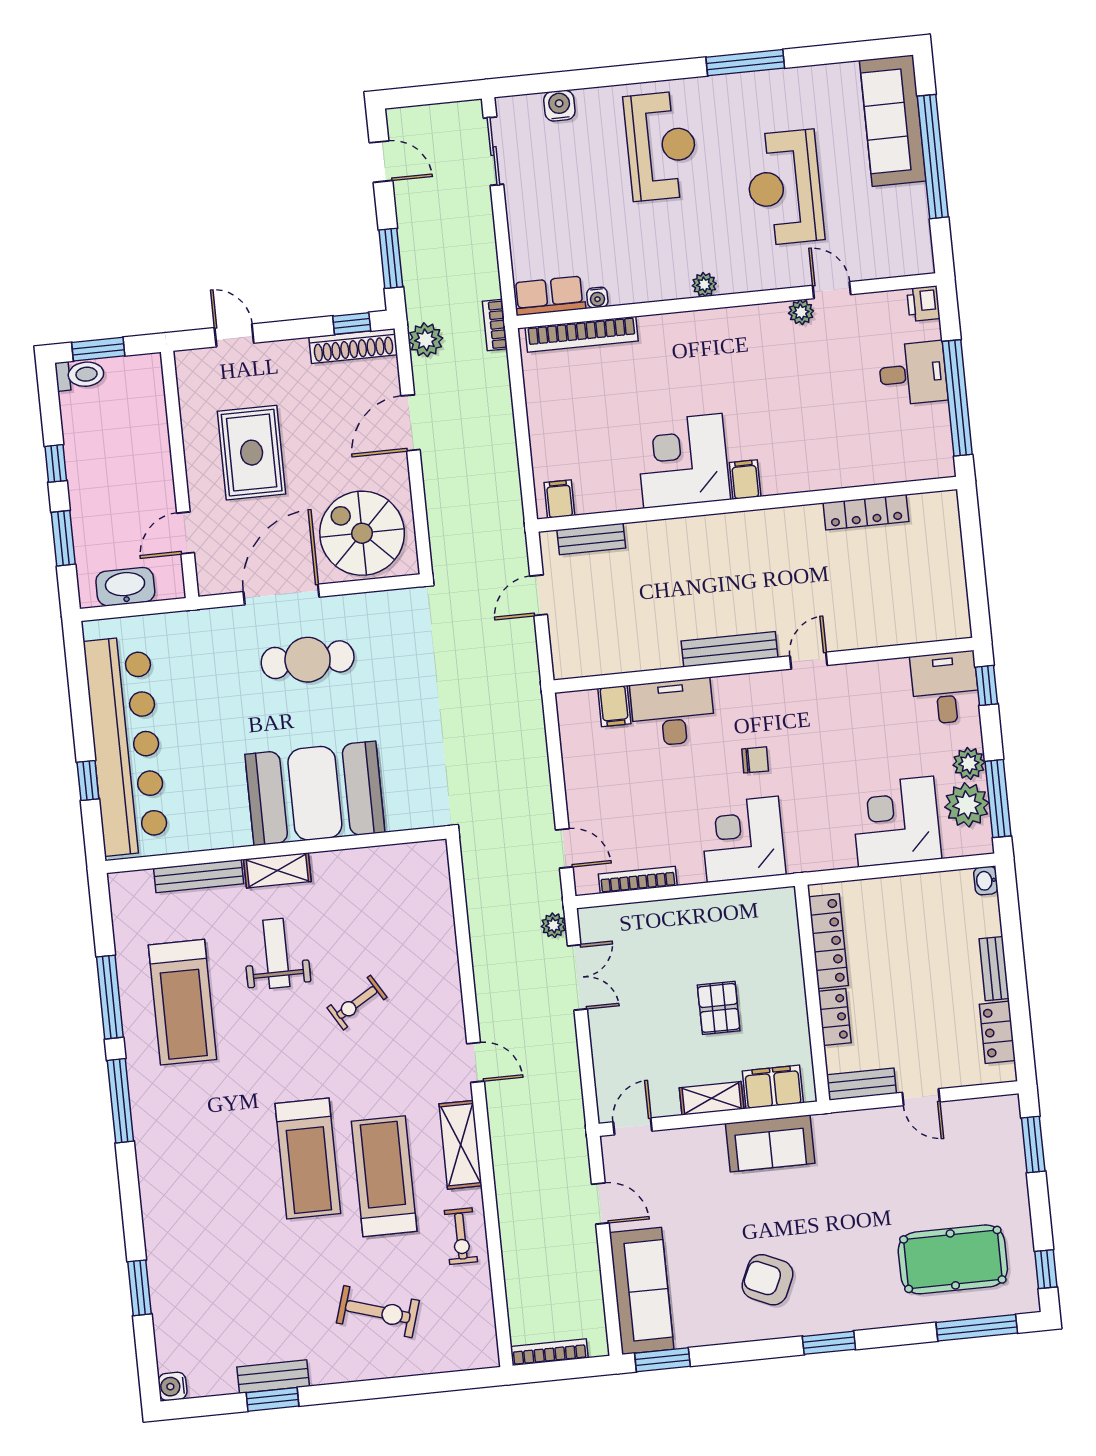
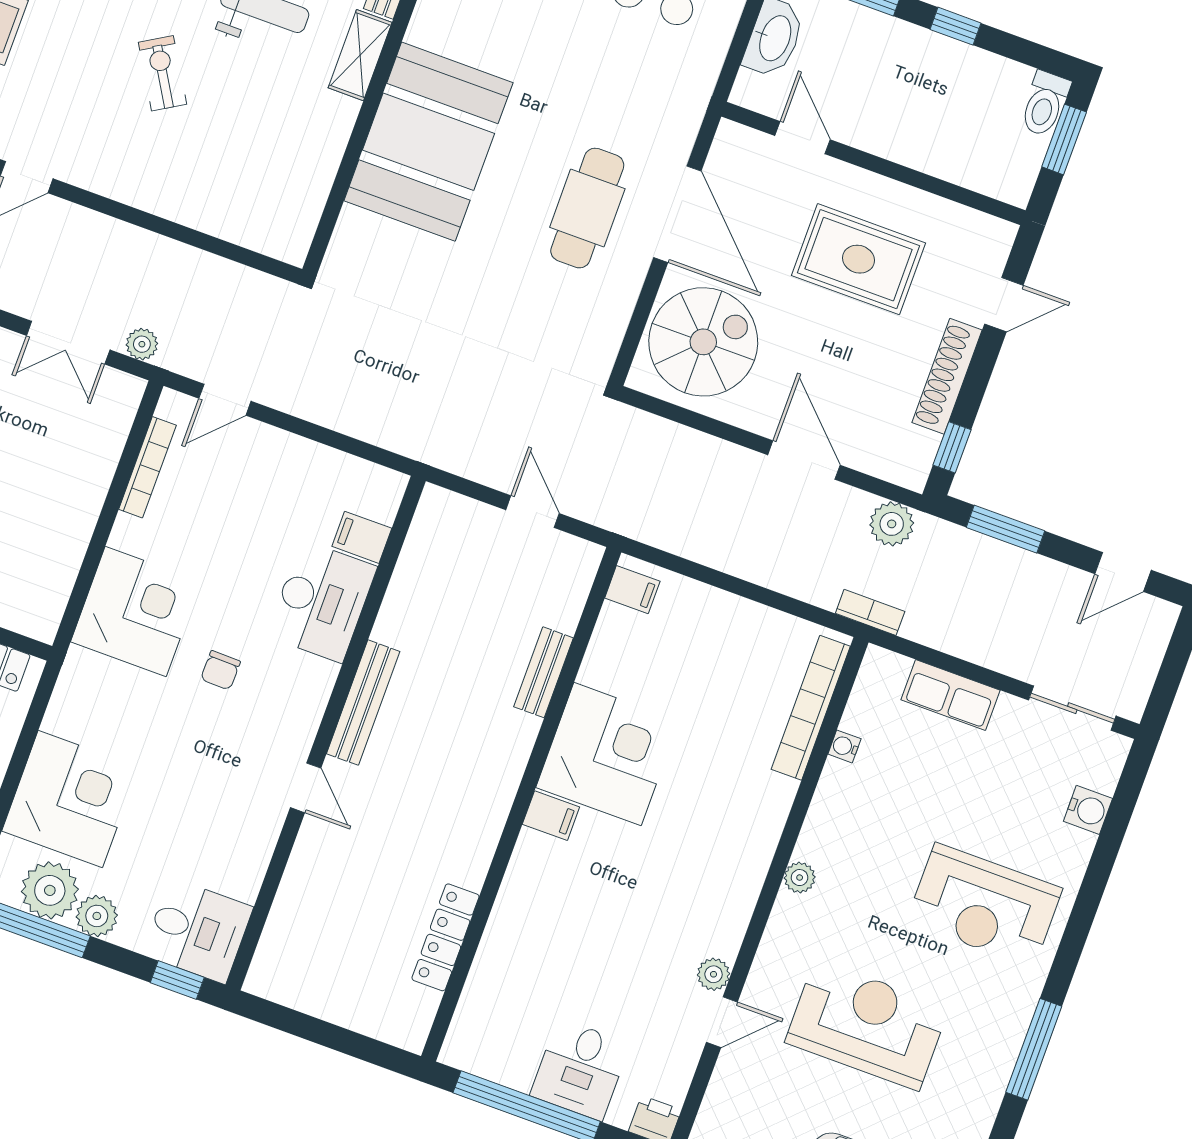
row of seats: (549, 296) -> (950, 695), moved, turned 90
shoe rack: (353, 346) -> (947, 376), moved
bench: (591, 539) -> (544, 672), moved

